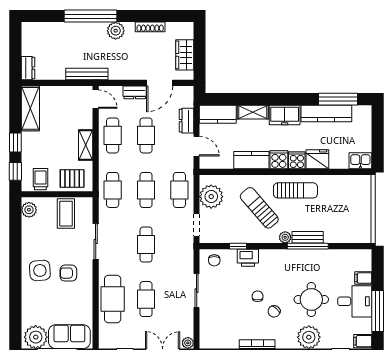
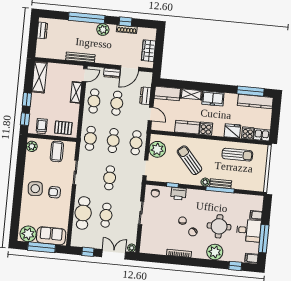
window: (147, 16) -> (125, 22), added
dresser: (28, 68) -> (42, 30), moved
door: (96, 99) -> (85, 75), hinge flipped
kitchen counter: (326, 114) -> (255, 101), moved
shelving: (86, 145) -> (76, 92), moved
cooker: (297, 160) -> (248, 133), moved
sun lounger: (295, 190) -> (237, 155), moved

